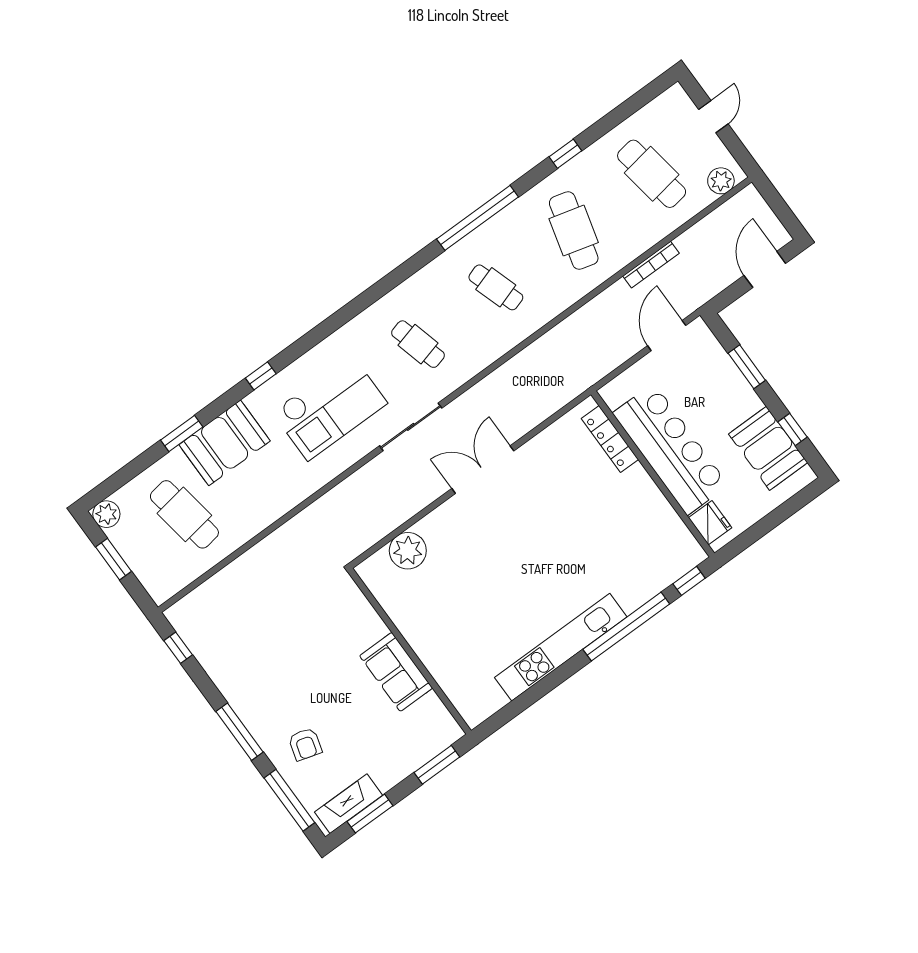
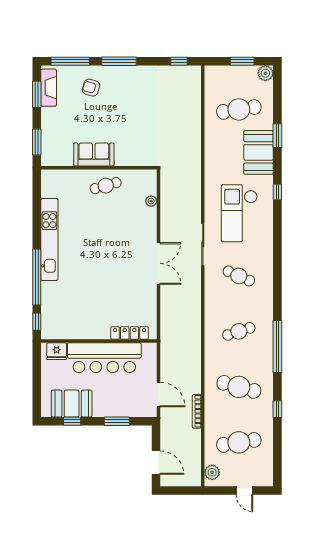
cafe table: (418, 344) -> (239, 276), turned 39
plant: (408, 551) -> (151, 201), width x0.53, depth x0.53
cafe table: (427, 623) -> (106, 186), added

